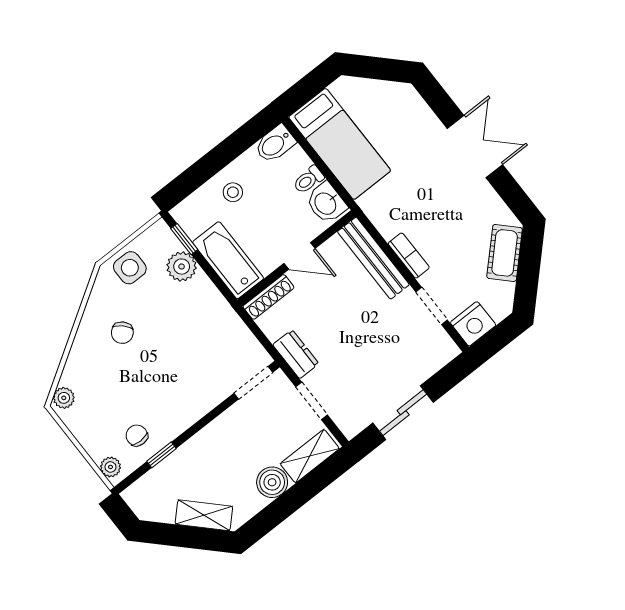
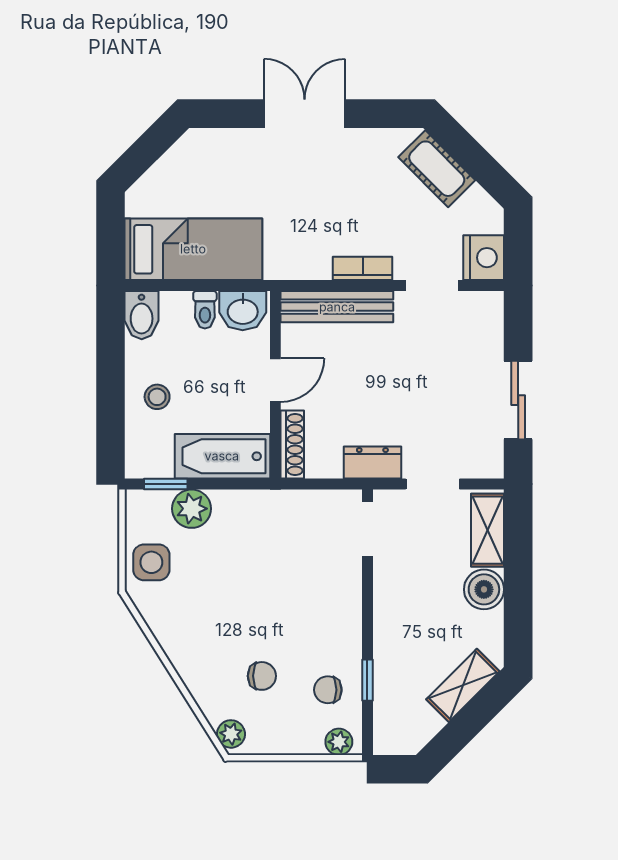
chair: (122, 333) -> (262, 676), moved, turned -44

